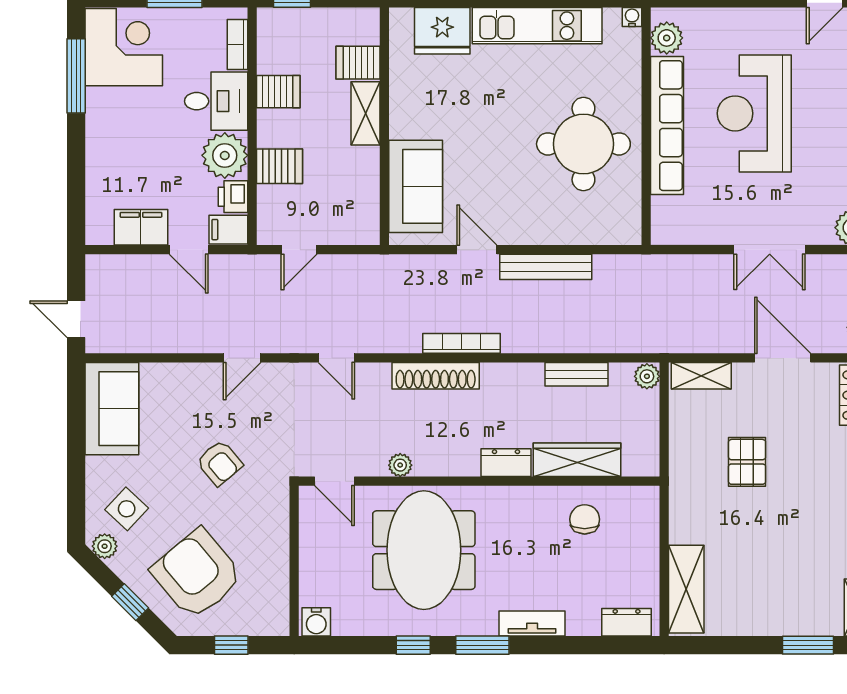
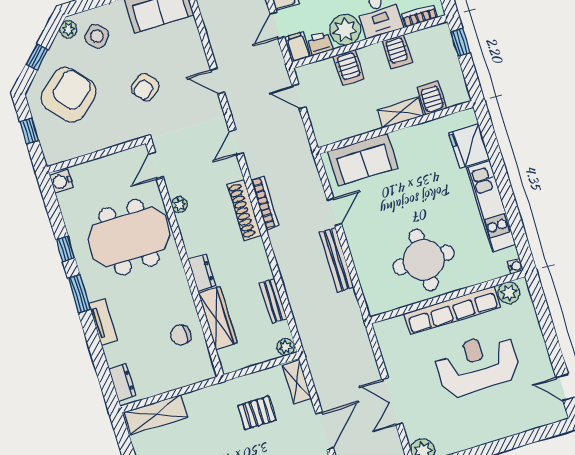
bookcase: (462, 343) -> (265, 203), moved
pallet: (747, 462) -> (257, 413), moved
chair: (585, 519) -> (181, 335), turned 180

